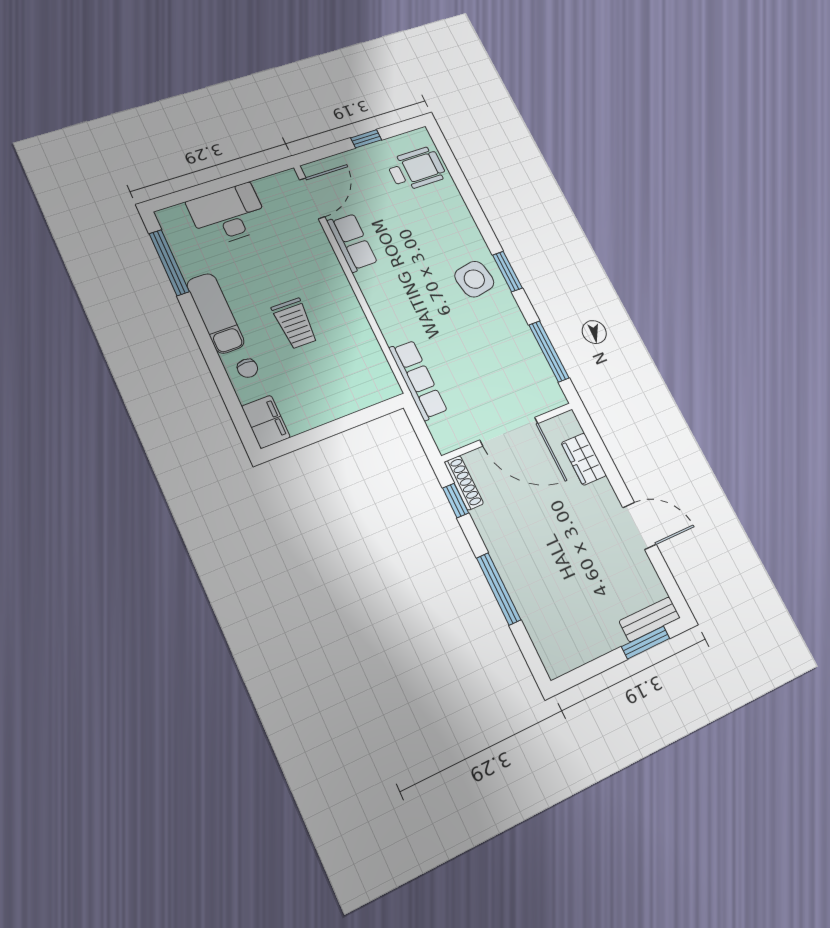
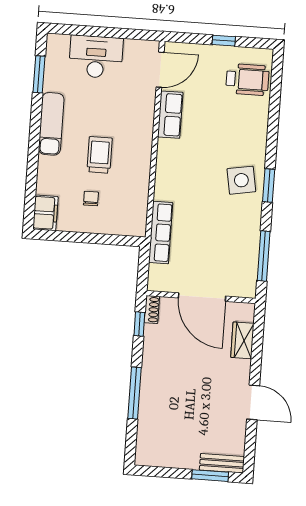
window: (169, 263) -> (39, 74), width x0.69
trolley: (295, 323) -> (100, 155), turned 180
chair: (247, 368) -> (91, 199), moved, turned 180
shoe rack: (464, 483) -> (152, 310), width x0.70

